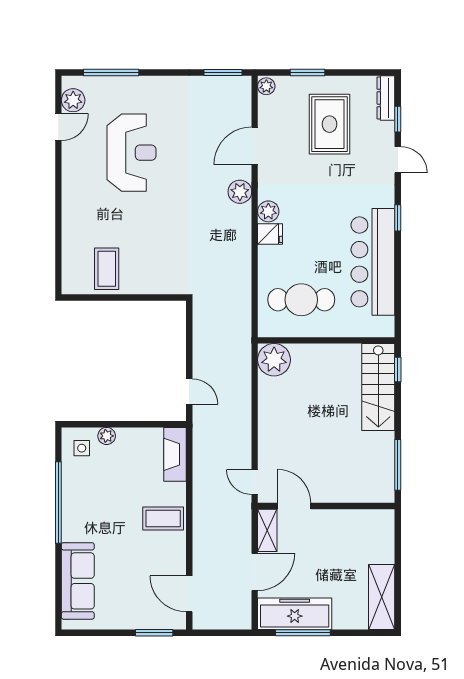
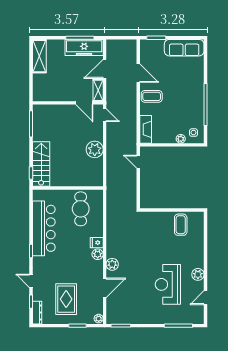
plant: (73, 100) -> (198, 274), moved
cafe table: (301, 300) -> (81, 209), turned 90
plant: (274, 360) -> (95, 149), moved
sofa: (78, 581) -> (184, 48), moved, turned -90
door: (189, 594) -> (138, 73), moved

